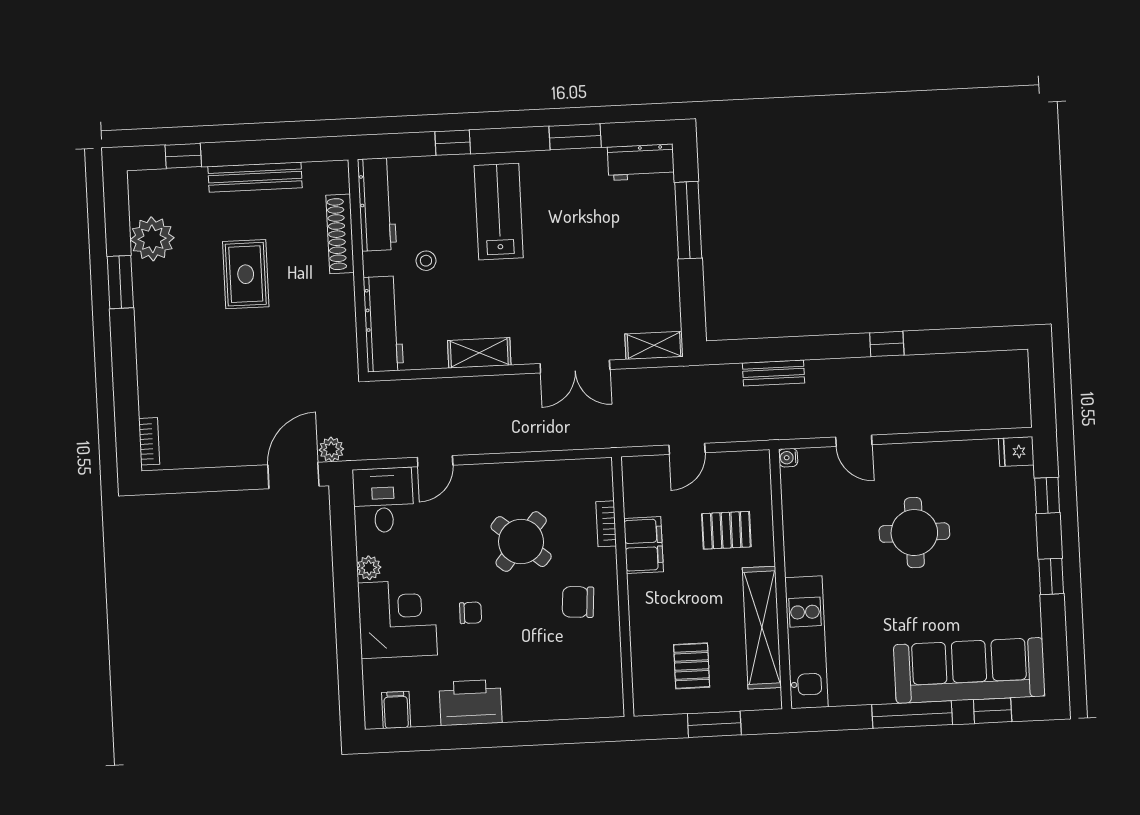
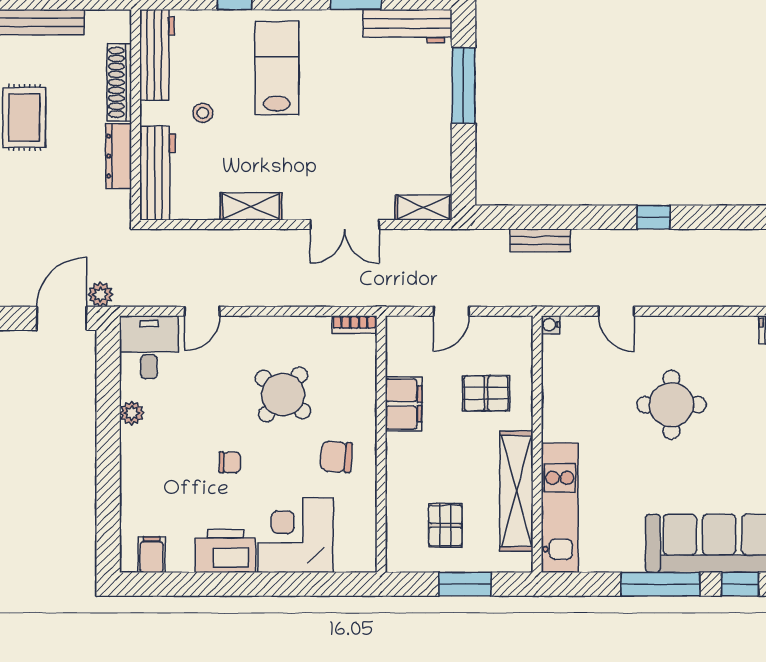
workbench: (641, 162) -> (407, 26), width x1.38
dresser: (343, 309) -> (119, 156), added
bookcase: (606, 524) -> (354, 324), moved, turned -90
corner desk: (397, 619) -> (295, 535), moved, turned -90

